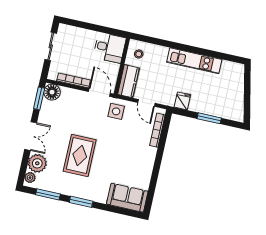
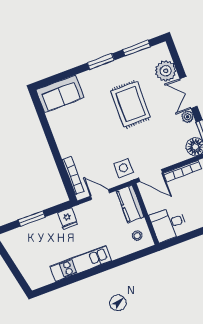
plant: (30, 178) -> (188, 117), moved

